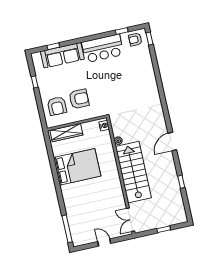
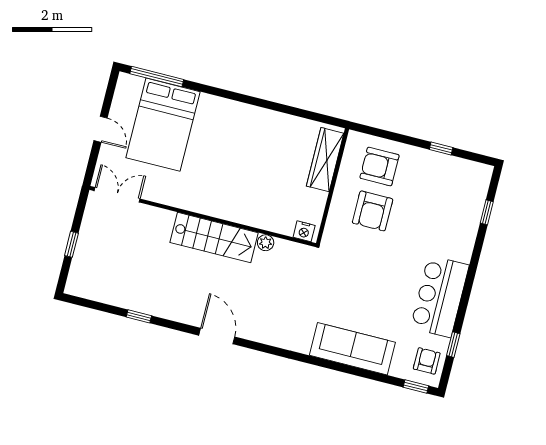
sofa: (62, 55) -> (352, 349), moved, turned 90
bed: (77, 167) -> (163, 125), moved
stairs: (133, 172) -> (214, 238), width x0.73, depth x0.66
door: (104, 242) -> (101, 129), hinge flipped

